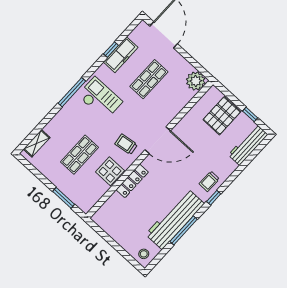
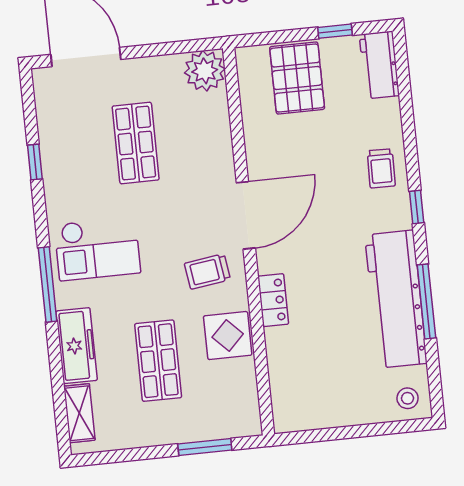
freezer: (121, 55) -> (77, 346), moved
checkout: (100, 99) -> (97, 249), turned 180
workbench: (248, 145) -> (379, 65), width x0.73
locker: (132, 181) -> (273, 300), width x0.66
trolley: (209, 181) -> (381, 168), moved

